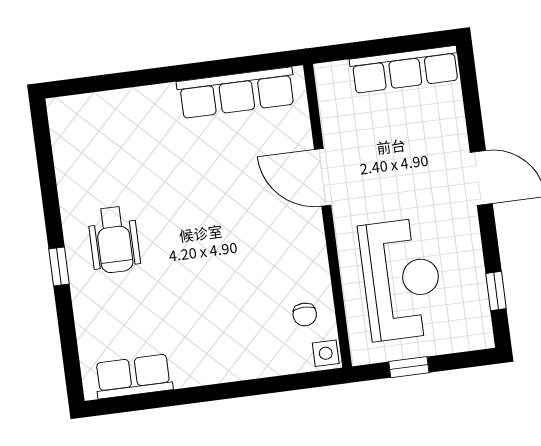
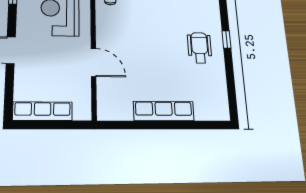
row of seats: (236, 93) -> (164, 111), moved

